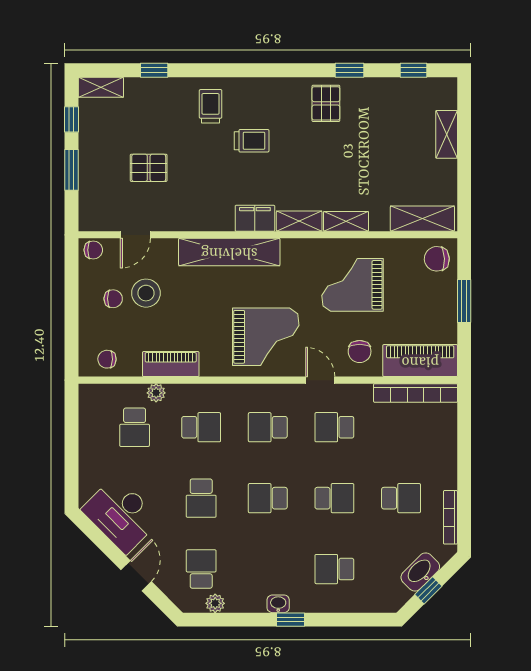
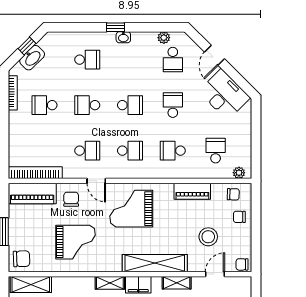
shelving: (346, 221) -> (177, 283), moved
chair: (113, 299) -> (239, 217), moved
plant: (156, 393) -> (239, 173), moved

